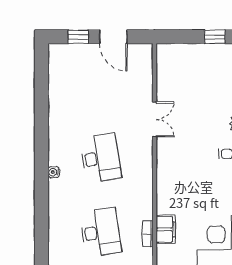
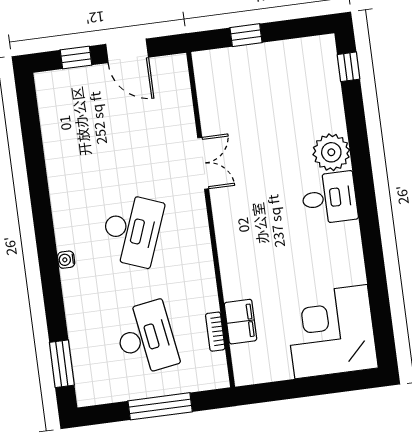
window: (215, 37) -> (246, 35), moved
desk: (100, 158) -> (132, 230), turned 30
window: (41, 242) -> (62, 364), added

